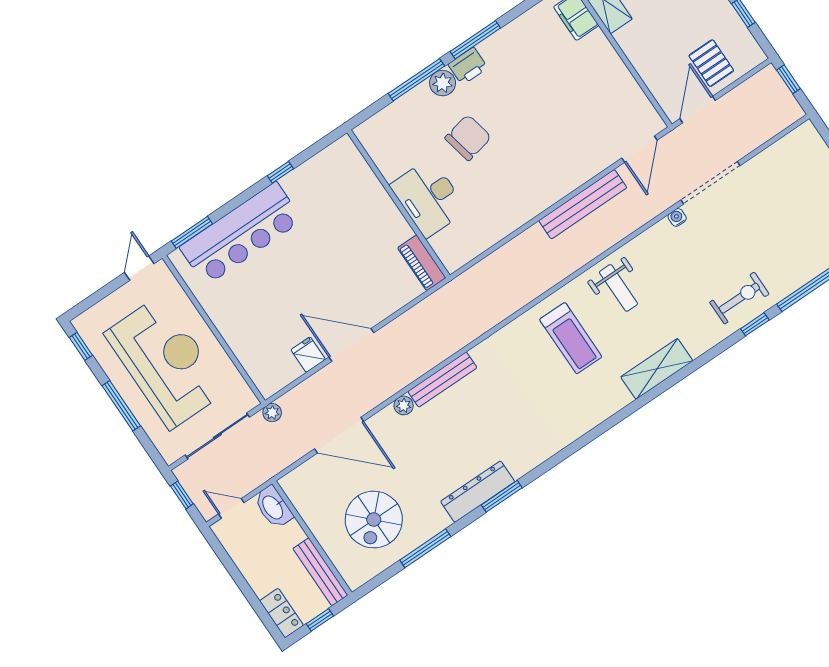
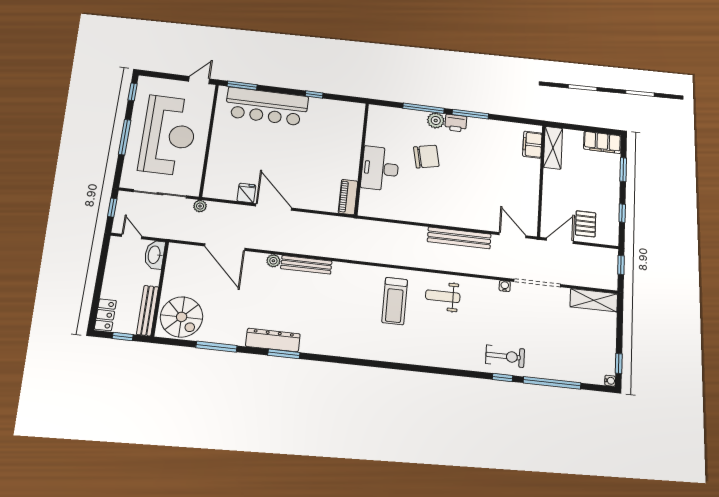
door: (639, 149) -> (513, 235), swing flipped
weight bench: (618, 288) -> (443, 296), turned 90
shelving: (657, 369) -> (594, 300), moved
spiral stairs: (374, 520) -> (182, 317), moved, turned -90

